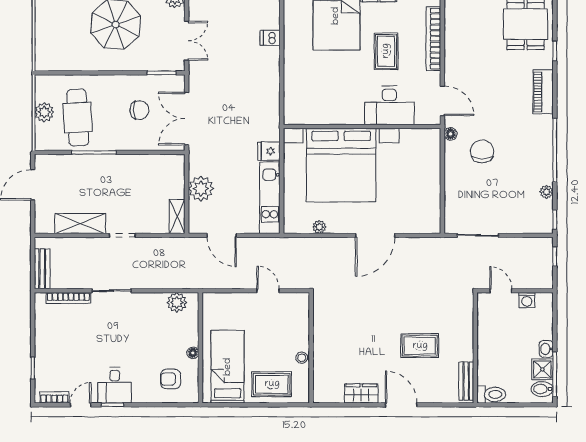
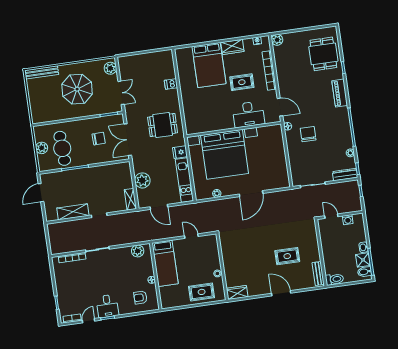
rug: (386, 51) -> (242, 82), turned 90
dining table: (247, 103) -> (163, 125), added
dresser: (533, 226) -> (345, 174), added
bench: (42, 269) -> (54, 242), removed
bed: (228, 367) -> (165, 263), moved, turned 180
wardrobe: (361, 393) -> (237, 293), moved

